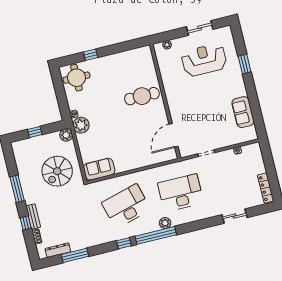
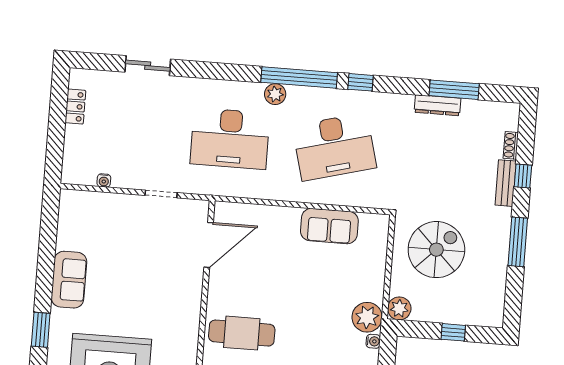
sofa: (243, 112) -> (69, 280), moved
sofa: (99, 169) -> (329, 226), moved
locker: (266, 188) -> (75, 107), width x0.66
dresser: (58, 250) -> (437, 105), moved

